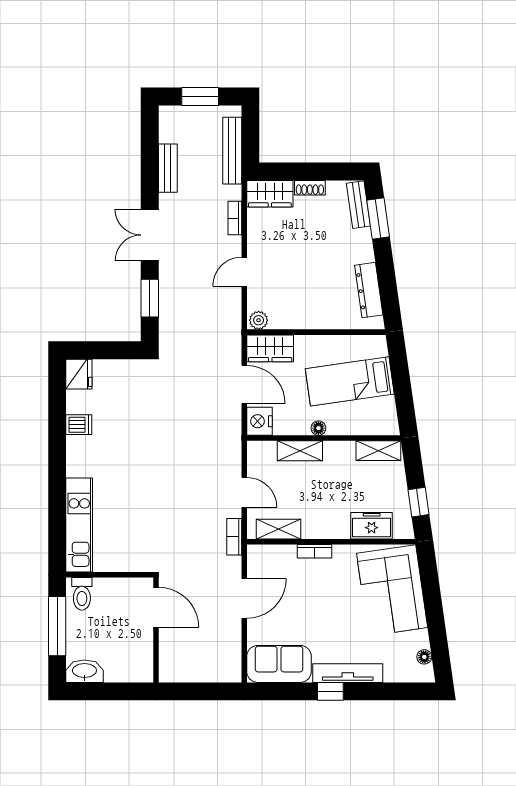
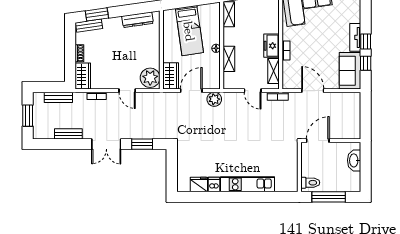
bench: (232, 151) -> (58, 97), width x0.73
plant: (259, 320) -> (150, 78), width x1.88, depth x1.88
fridge: (79, 374) -> (199, 184), moved
nightstand: (260, 421) -> (212, 82), removed
plant: (229, 425) -> (214, 99), added
door: (244, 492) -> (253, 91), swing flipped
kitchen unit: (79, 525) -> (248, 184), moved
freezer: (372, 526) -> (271, 46), moved
washbasin: (84, 671) -> (354, 160), moved
tv unit: (348, 673) -> (355, 37), width x0.71
window: (292, 691) -> (366, 63), added

